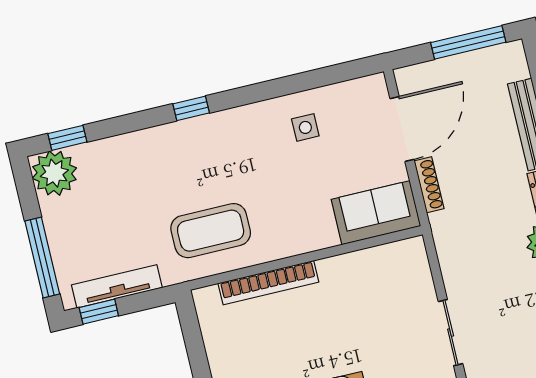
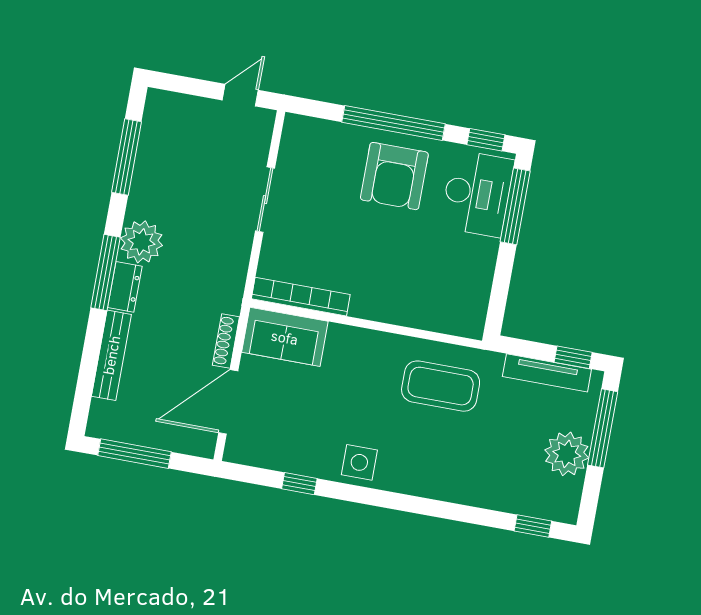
window: (191, 108) -> (299, 484), moved
side table: (305, 127) -> (359, 462), moved, width x1.37, depth x1.37
plant: (54, 173) -> (567, 454), moved
bookcase: (268, 283) -> (301, 297), moved

